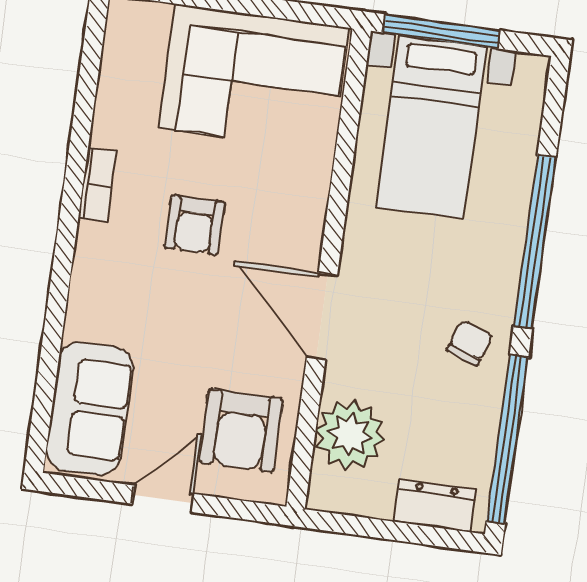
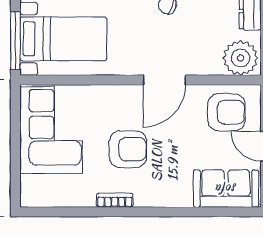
armchair: (195, 225) -> (128, 149), width x1.38, depth x1.38
plant: (350, 435) -> (241, 58), moved

